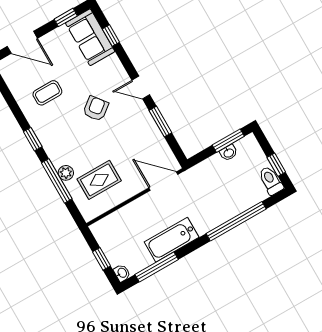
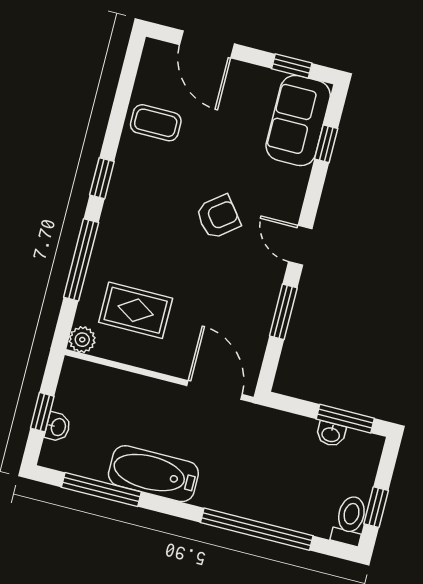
coffee table: (47, 93) -> (156, 123), moved
plant: (66, 173) -> (82, 340), moved
washbasin: (122, 273) -> (58, 427), moved

